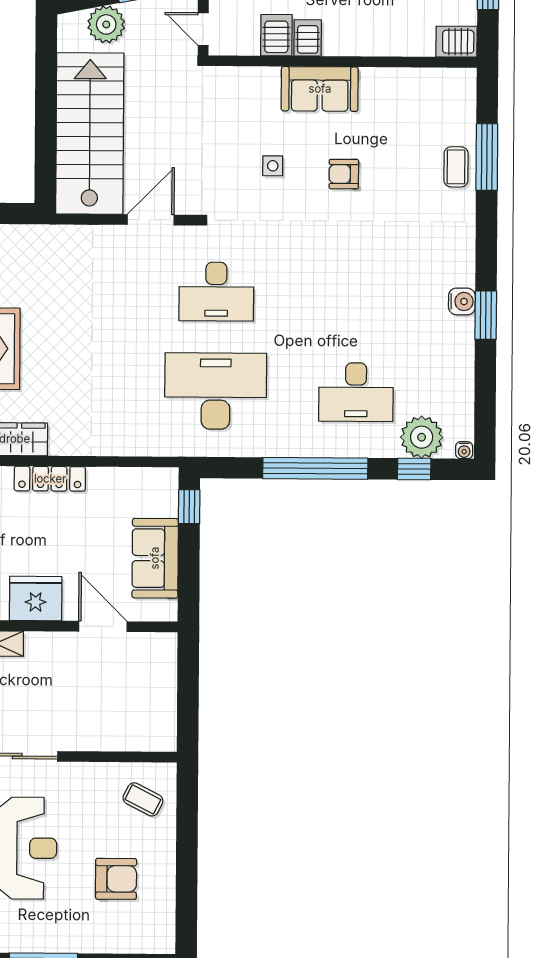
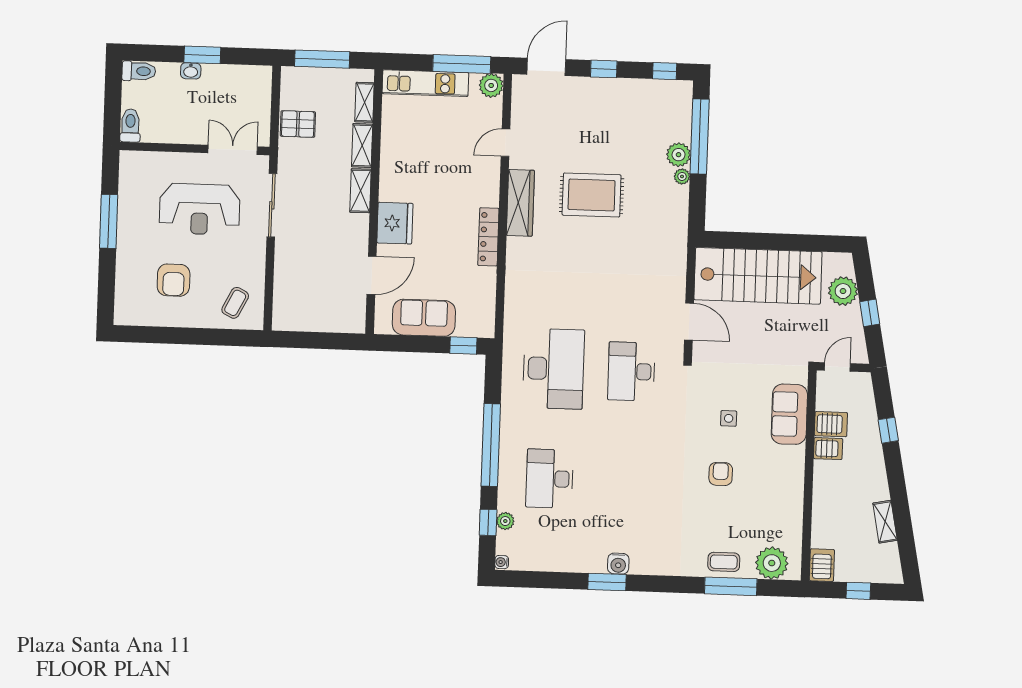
sofa: (320, 89) -> (789, 414), moved
plant: (456, 106) -> (772, 563), added
plant: (422, 437) -> (505, 521), width x0.53, depth x0.53

